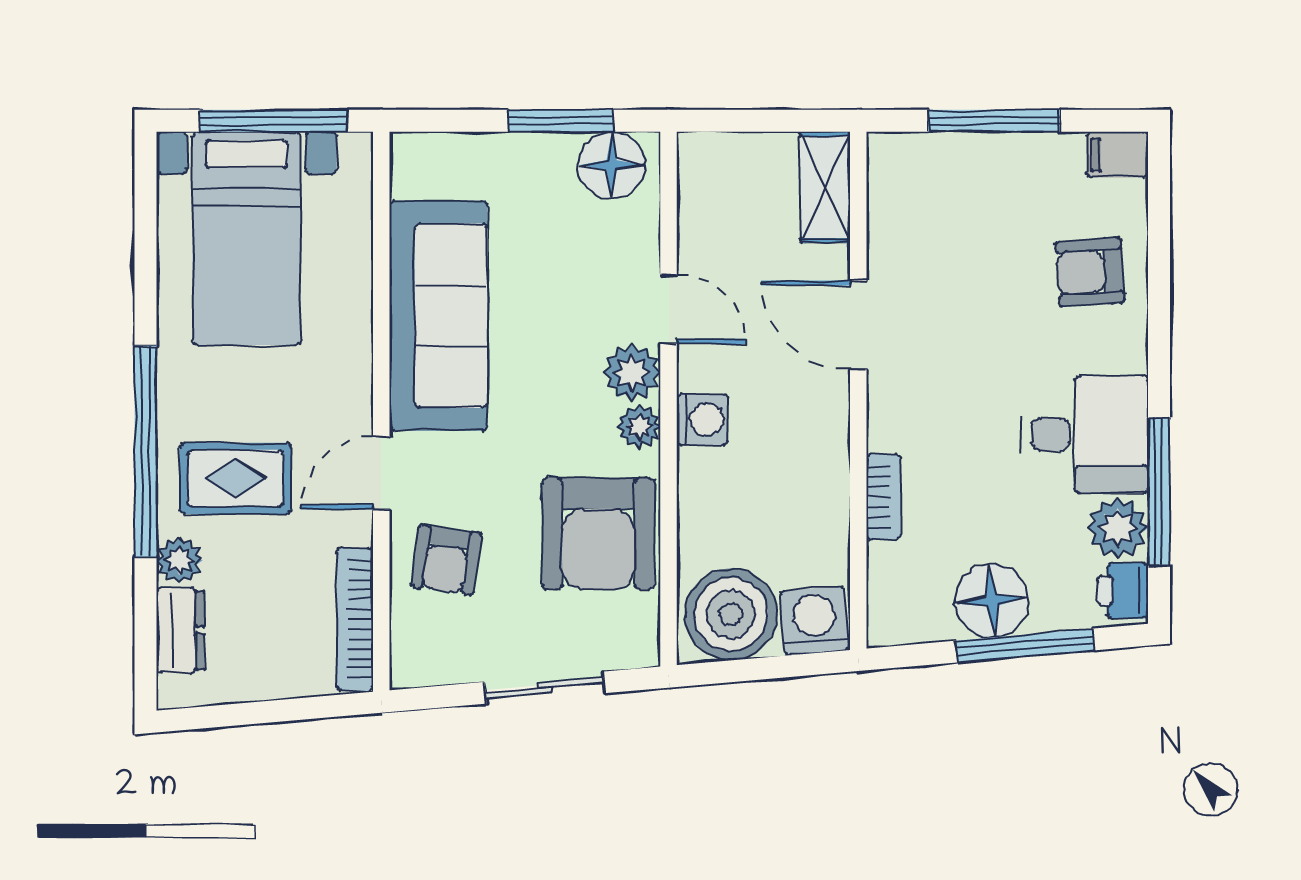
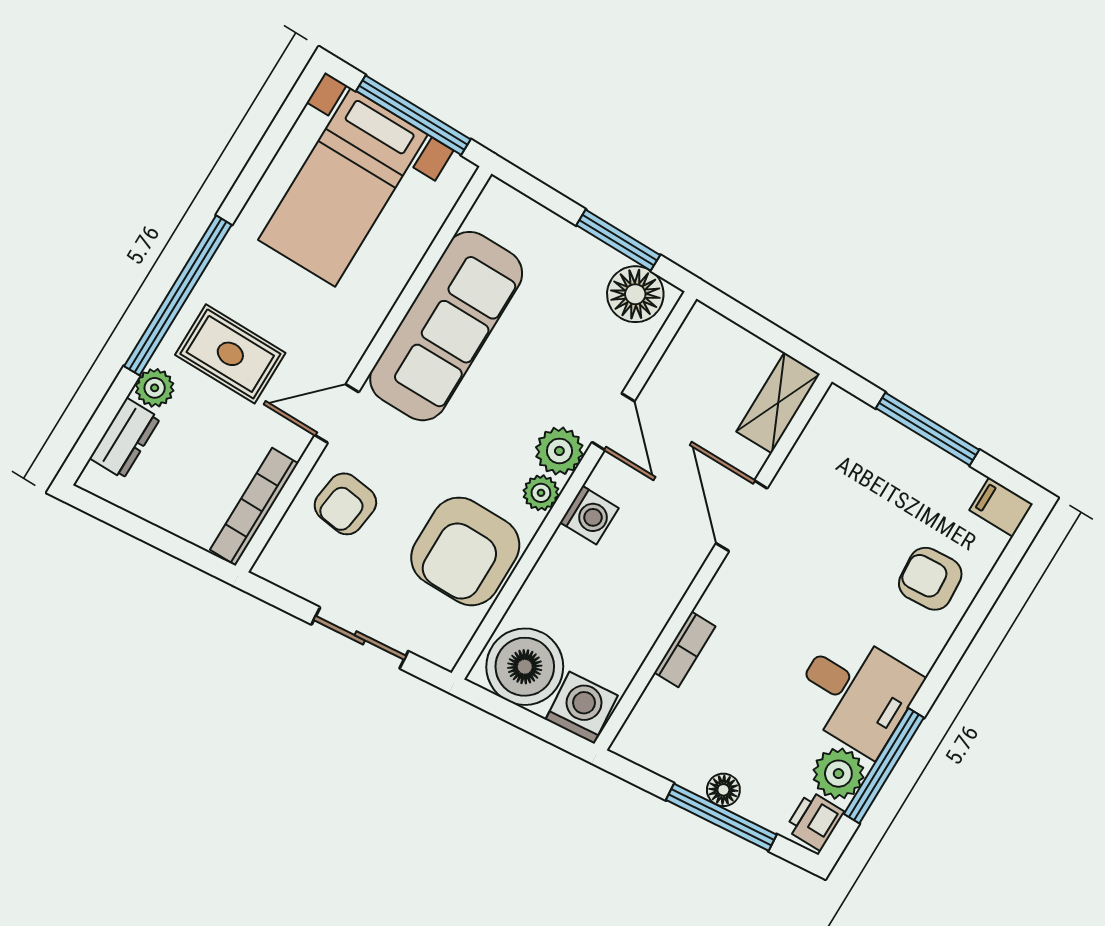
floor lamp: (992, 601) -> (723, 790), width x0.53, depth x0.53

